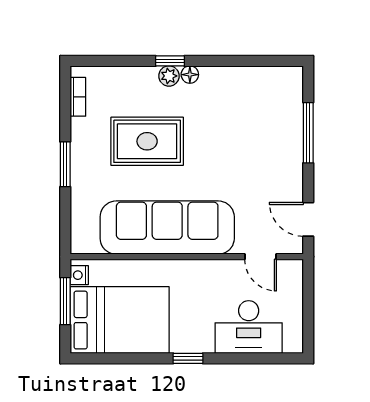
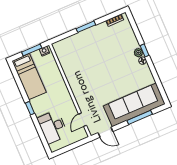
rug: (147, 141) -> (109, 55), removed
door: (308, 219) -> (105, 132), swing flipped
sofa: (167, 228) -> (134, 105), moved, turned -90
bed: (120, 320) -> (29, 77), width x0.67

